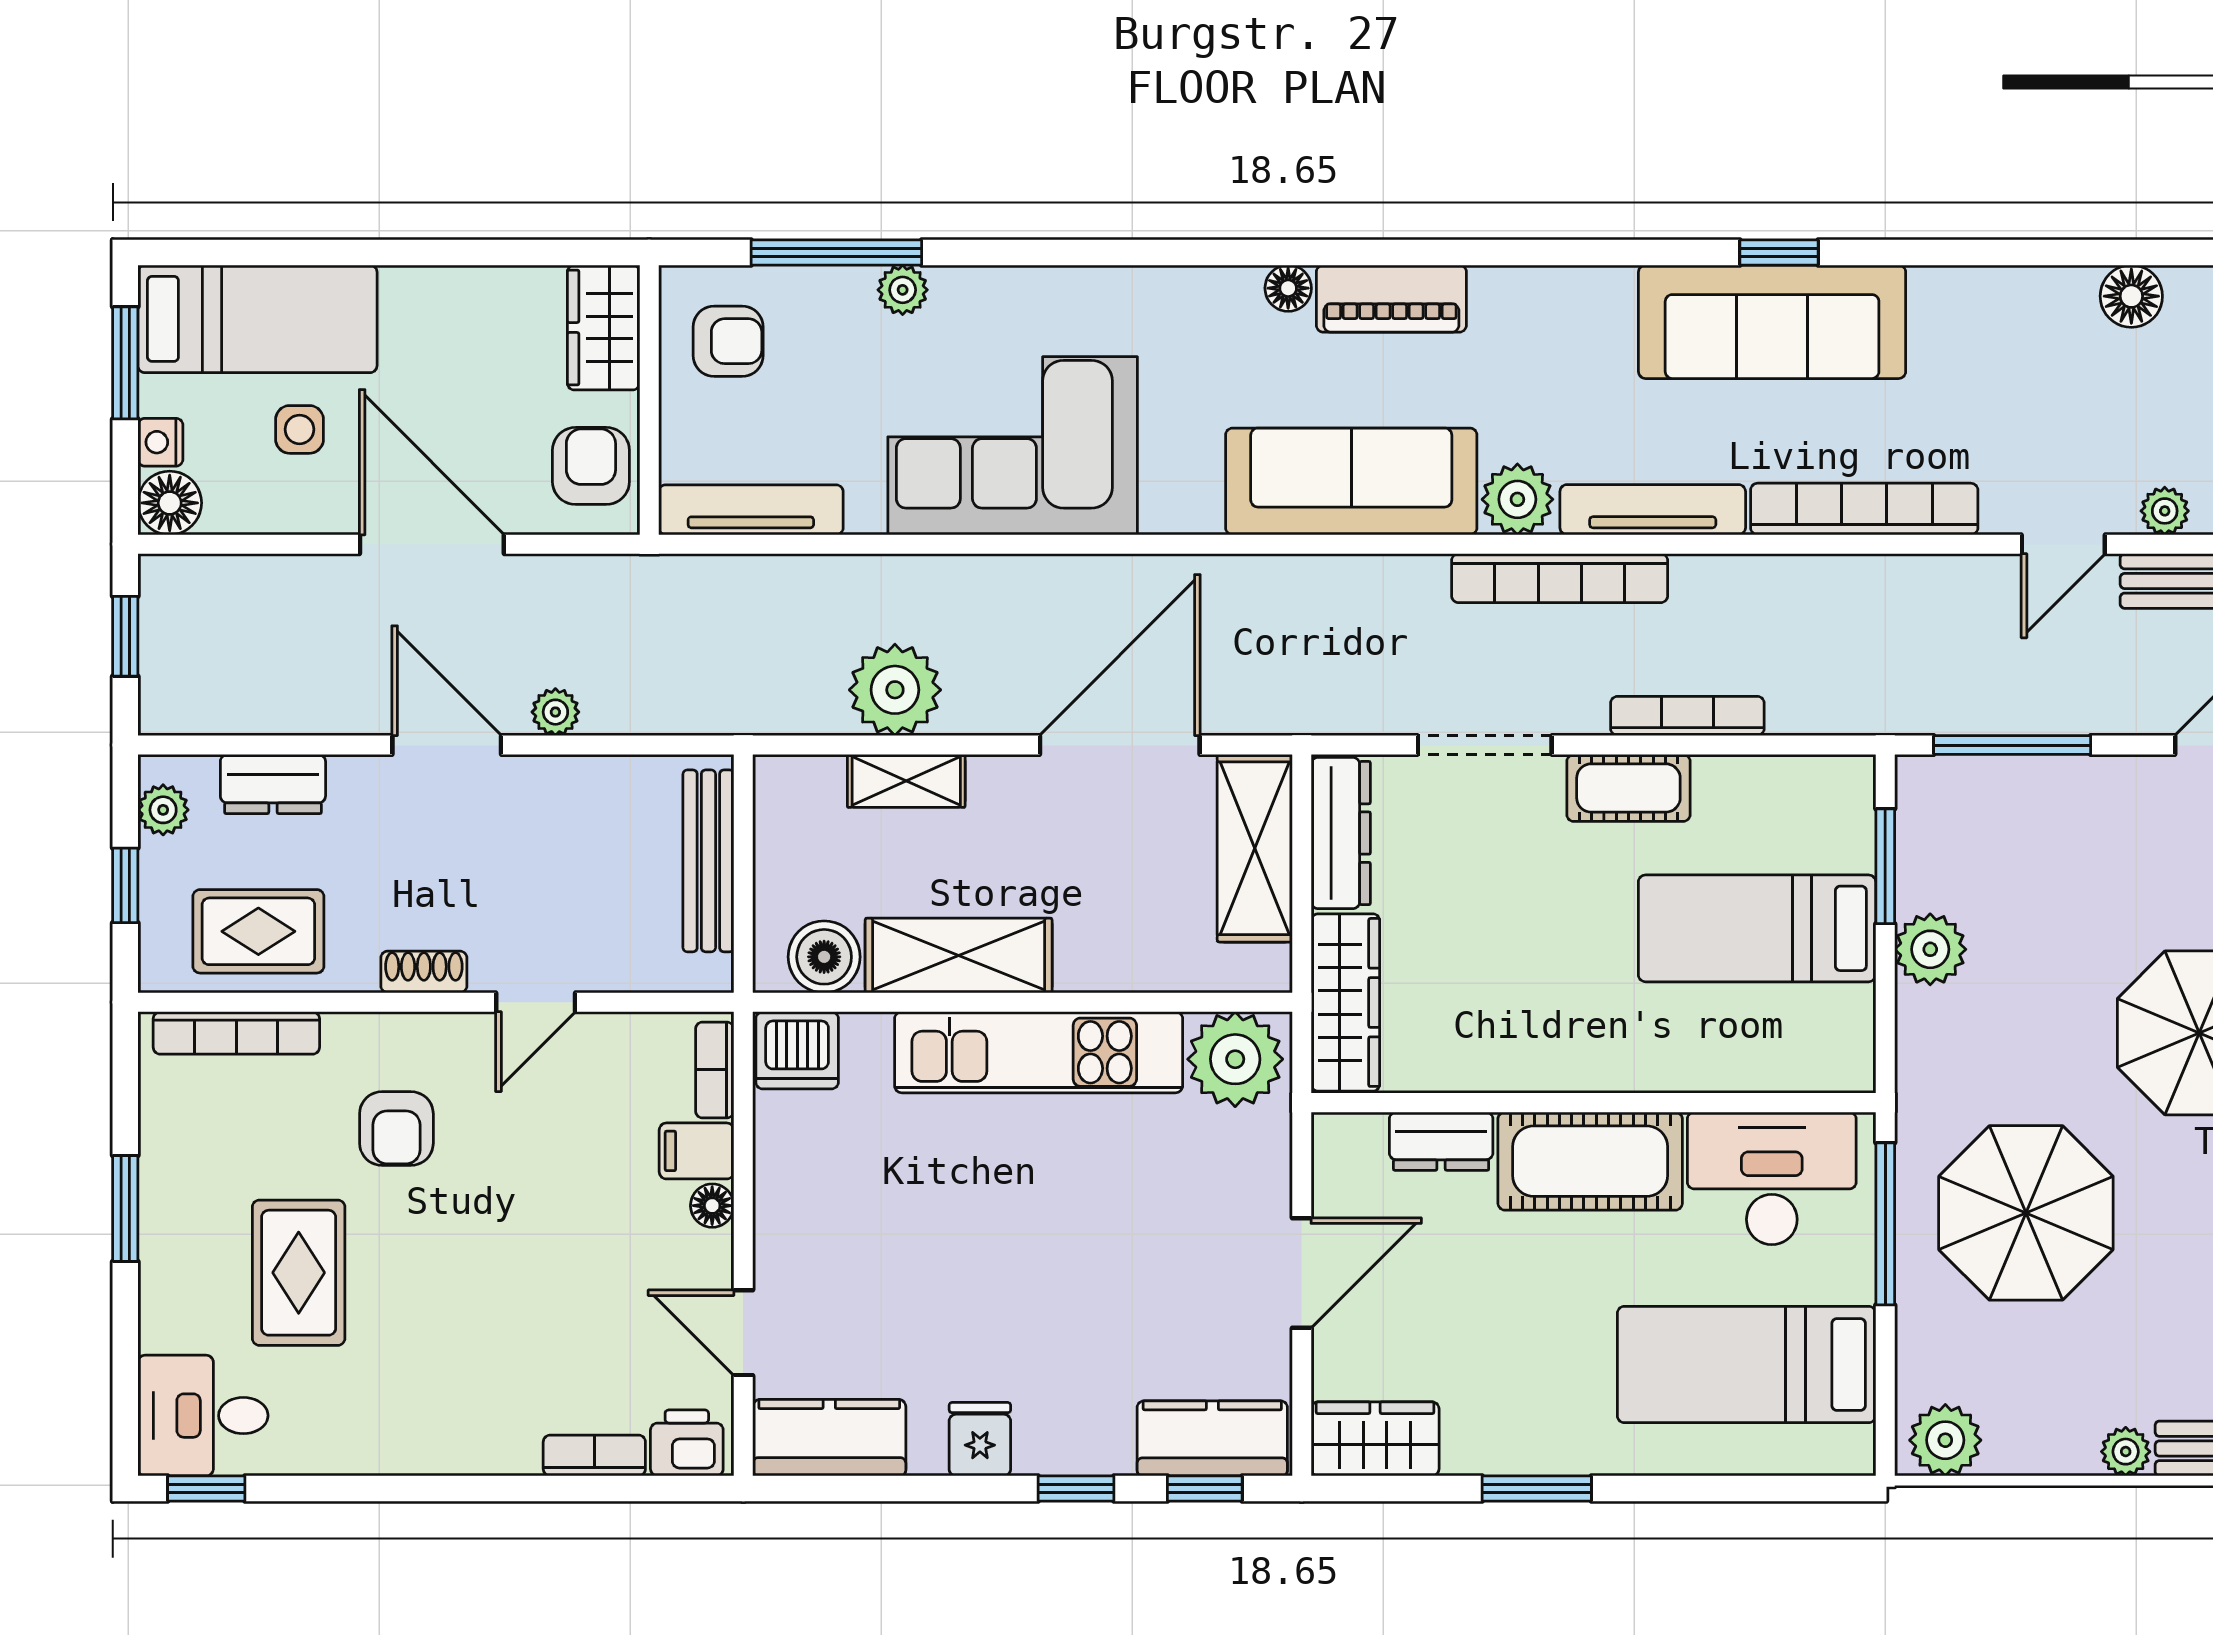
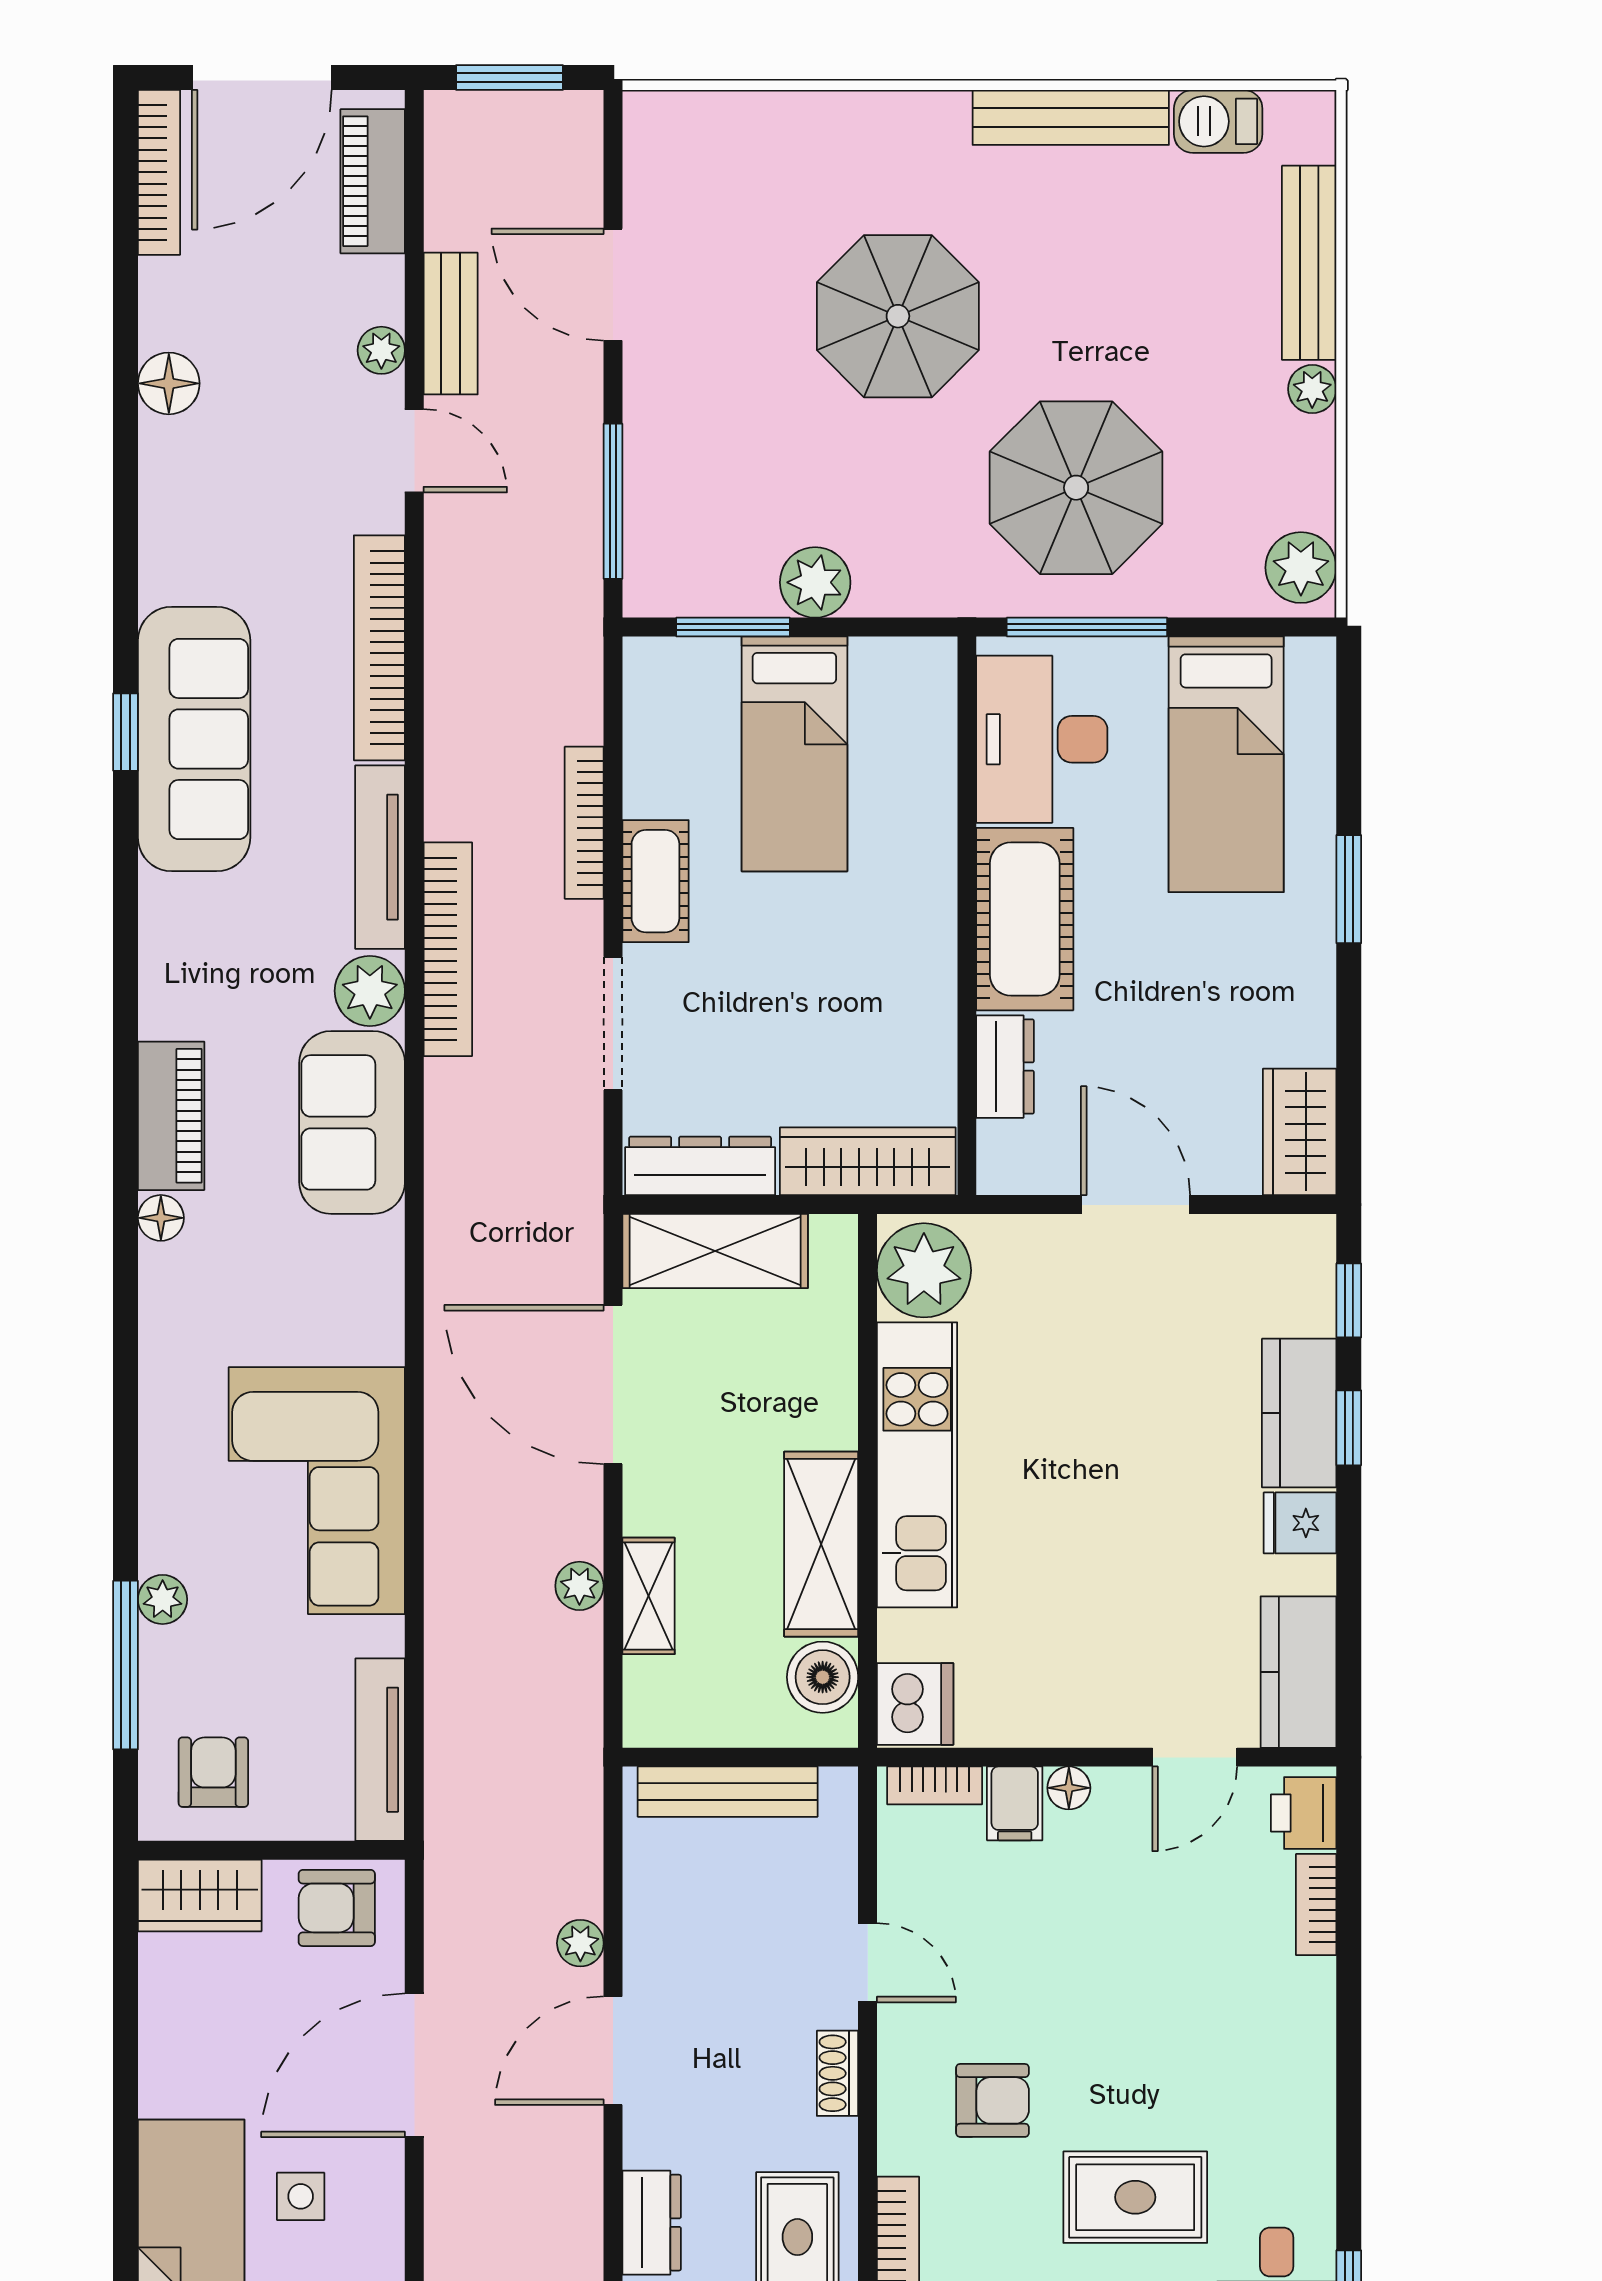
sofa: (1351, 481) -> (352, 1122), width x0.73
plant: (895, 690) -> (579, 1586), width x0.53, depth x0.53
kitchen counter: (1212, 1438) -> (1299, 1413), moved
window: (1537, 1488) -> (1349, 889), moved

